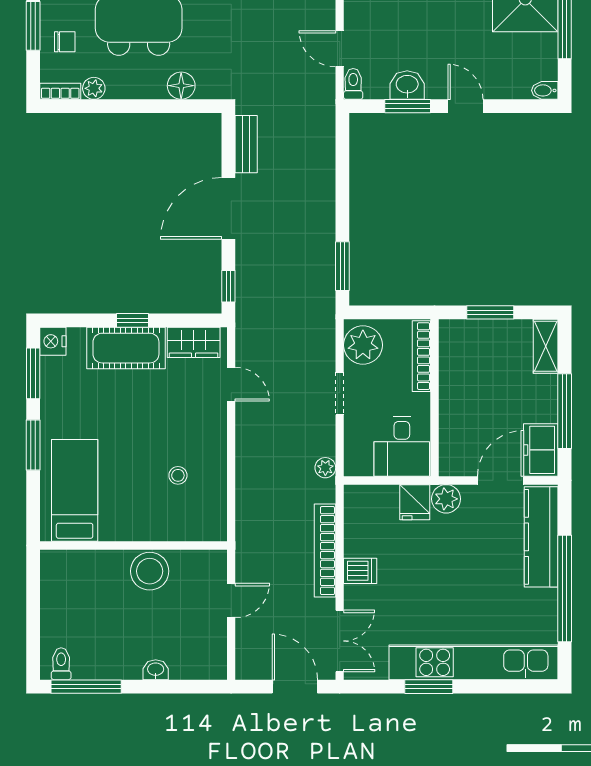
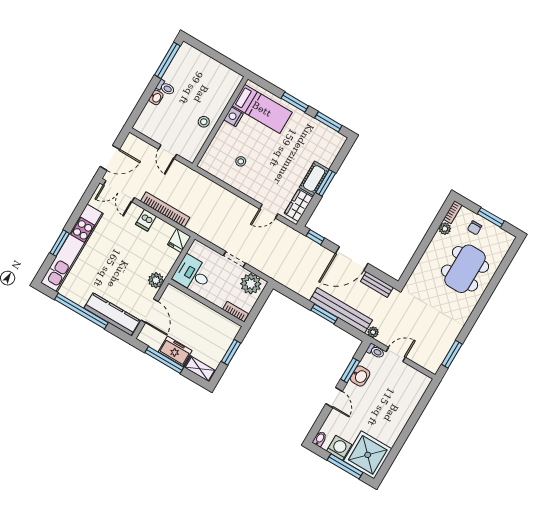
washing machine: (541, 51) -> (339, 448), added
floor lamp: (181, 86) -> (422, 270), removed
door: (465, 106) -> (334, 397), hinge flipped
bench: (321, 177) -> (341, 310), added
door: (228, 208) -> (352, 258), swing flipped
window: (342, 266) -> (324, 314), moved
window: (133, 320) -> (326, 183), width x1.50
nightstand: (53, 341) -> (234, 117), moved, turned -90
cot: (126, 348) -> (314, 179), width x0.73, depth x0.75
bookcase: (421, 356) -> (235, 312), width x0.64
freezer: (541, 450) -> (175, 351), moved
plant: (325, 468) -> (373, 332), moved
fridge: (415, 502) -> (179, 240), moved, turned -90
stool: (150, 571) -> (204, 122), width x0.53, depth x0.53
toilet: (61, 664) -> (166, 88), moved
window: (429, 687) -> (60, 243), moved

